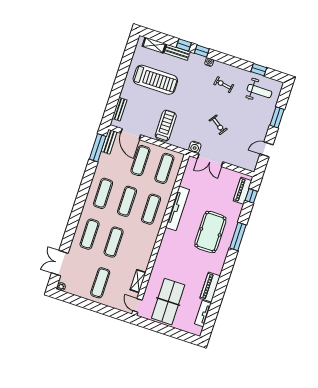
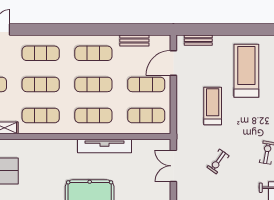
treadmill: (155, 80) -> (246, 71), turned 180
treadmill: (166, 126) -> (213, 106), moved, turned -90
bench: (109, 142) -> (134, 40), moved
water cooler: (195, 147) -> (183, 143), removed
window: (98, 148) -> (145, 30), removed
exercise mat: (138, 250) -> (41, 115), added

